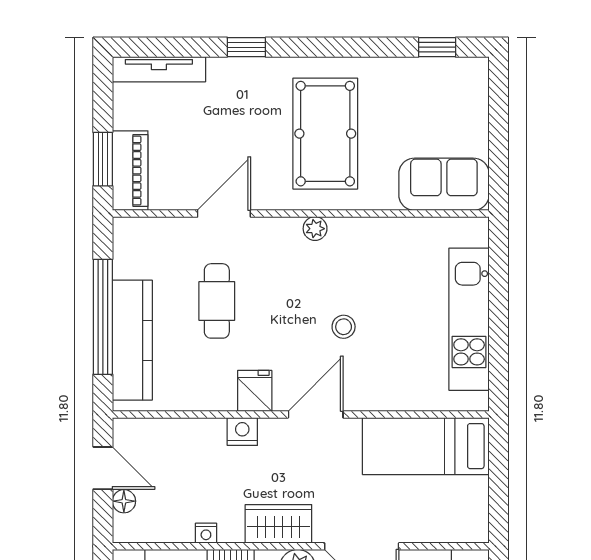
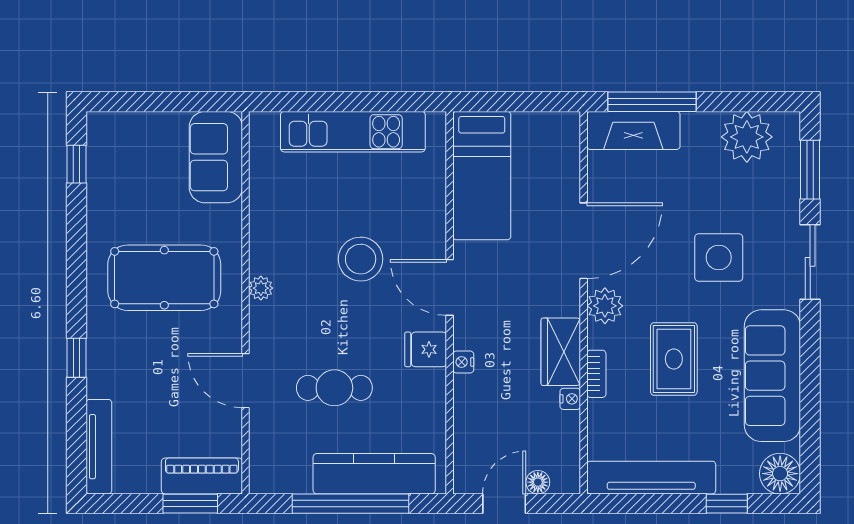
stool: (344, 327) -> (361, 259), width x1.89, depth x1.89
nightstand: (242, 431) -> (463, 362), width x0.72, depth x0.74
wardrobe: (278, 524) -> (561, 352), moved

